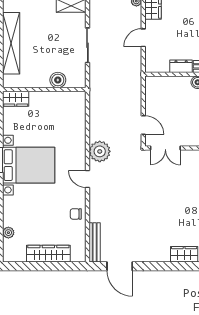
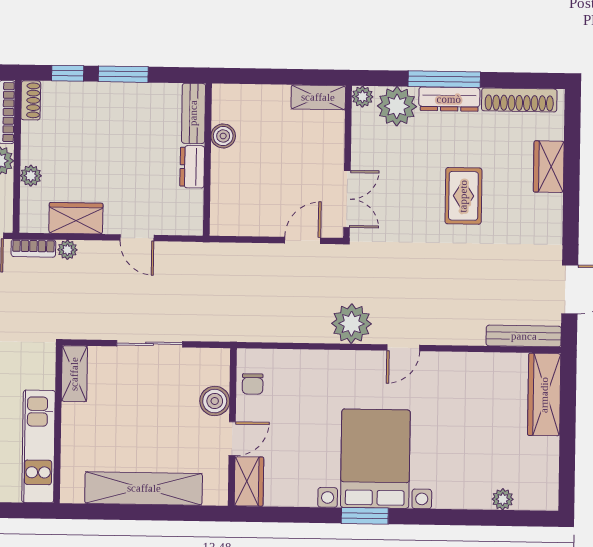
door: (38, 90) -> (232, 439), added
rug: (168, 209) -> (463, 196), added
chair: (76, 214) -> (253, 384), moved
wardrobe: (48, 254) -> (544, 395), moved

